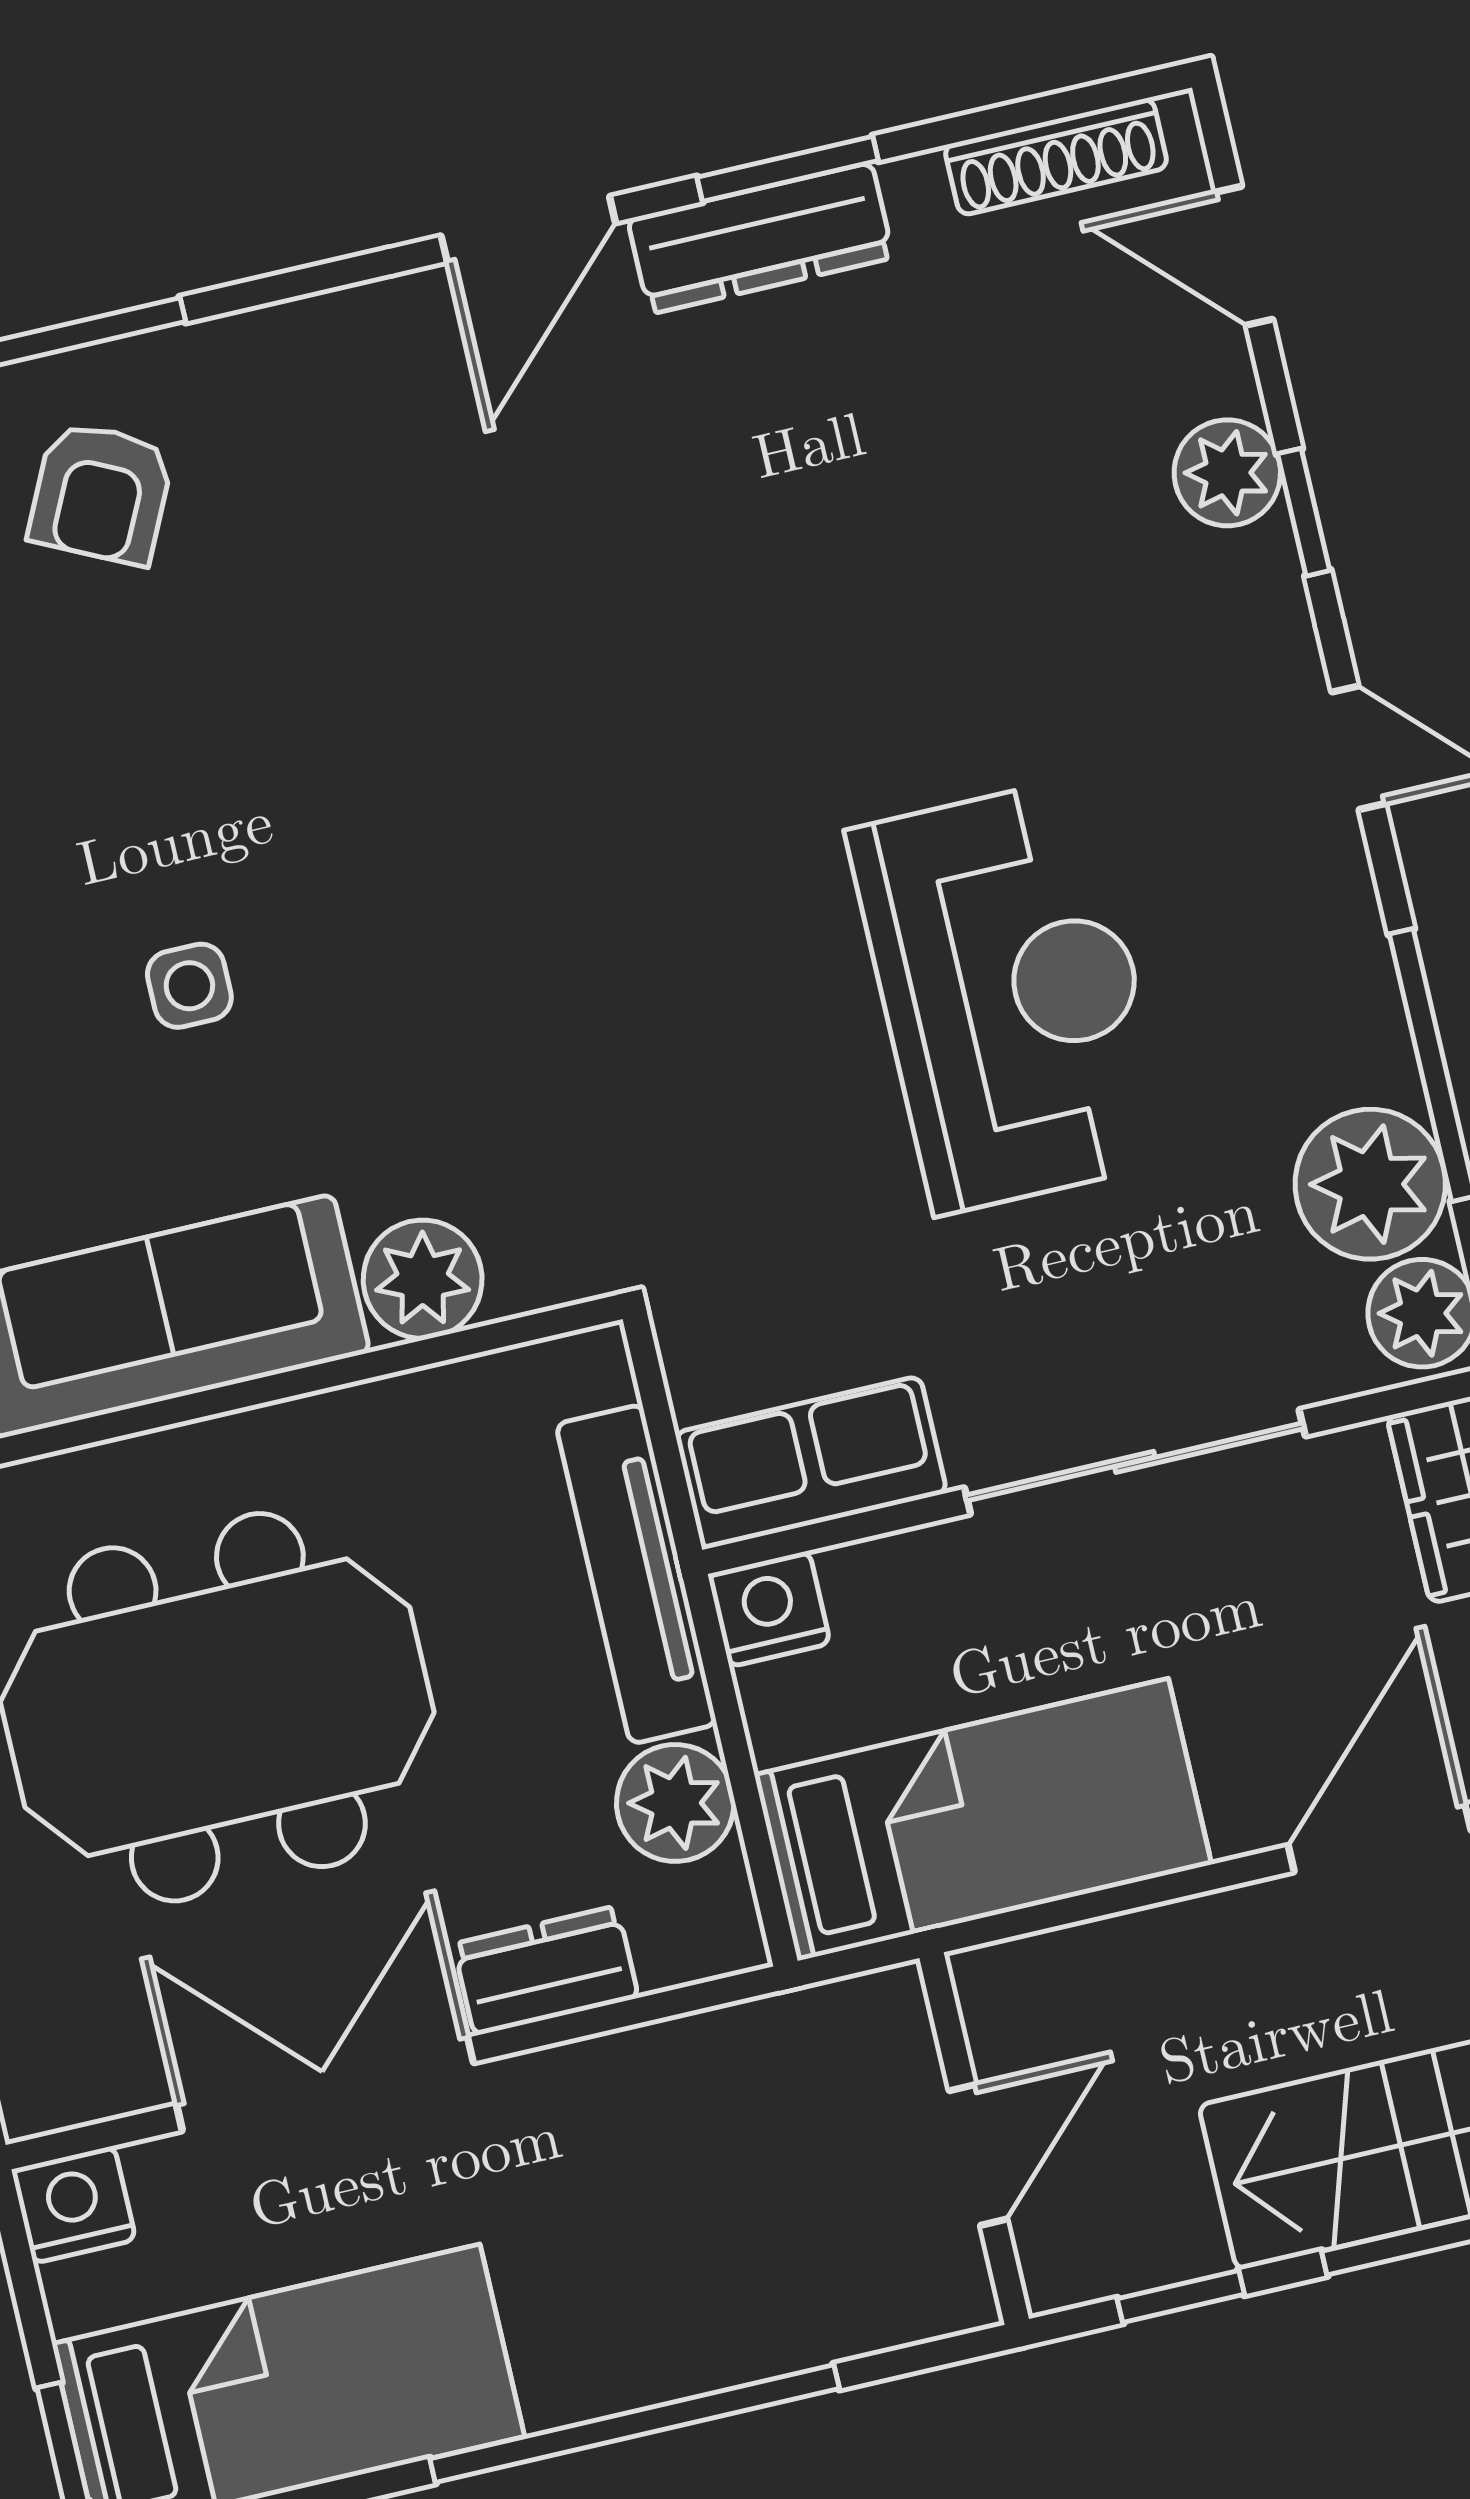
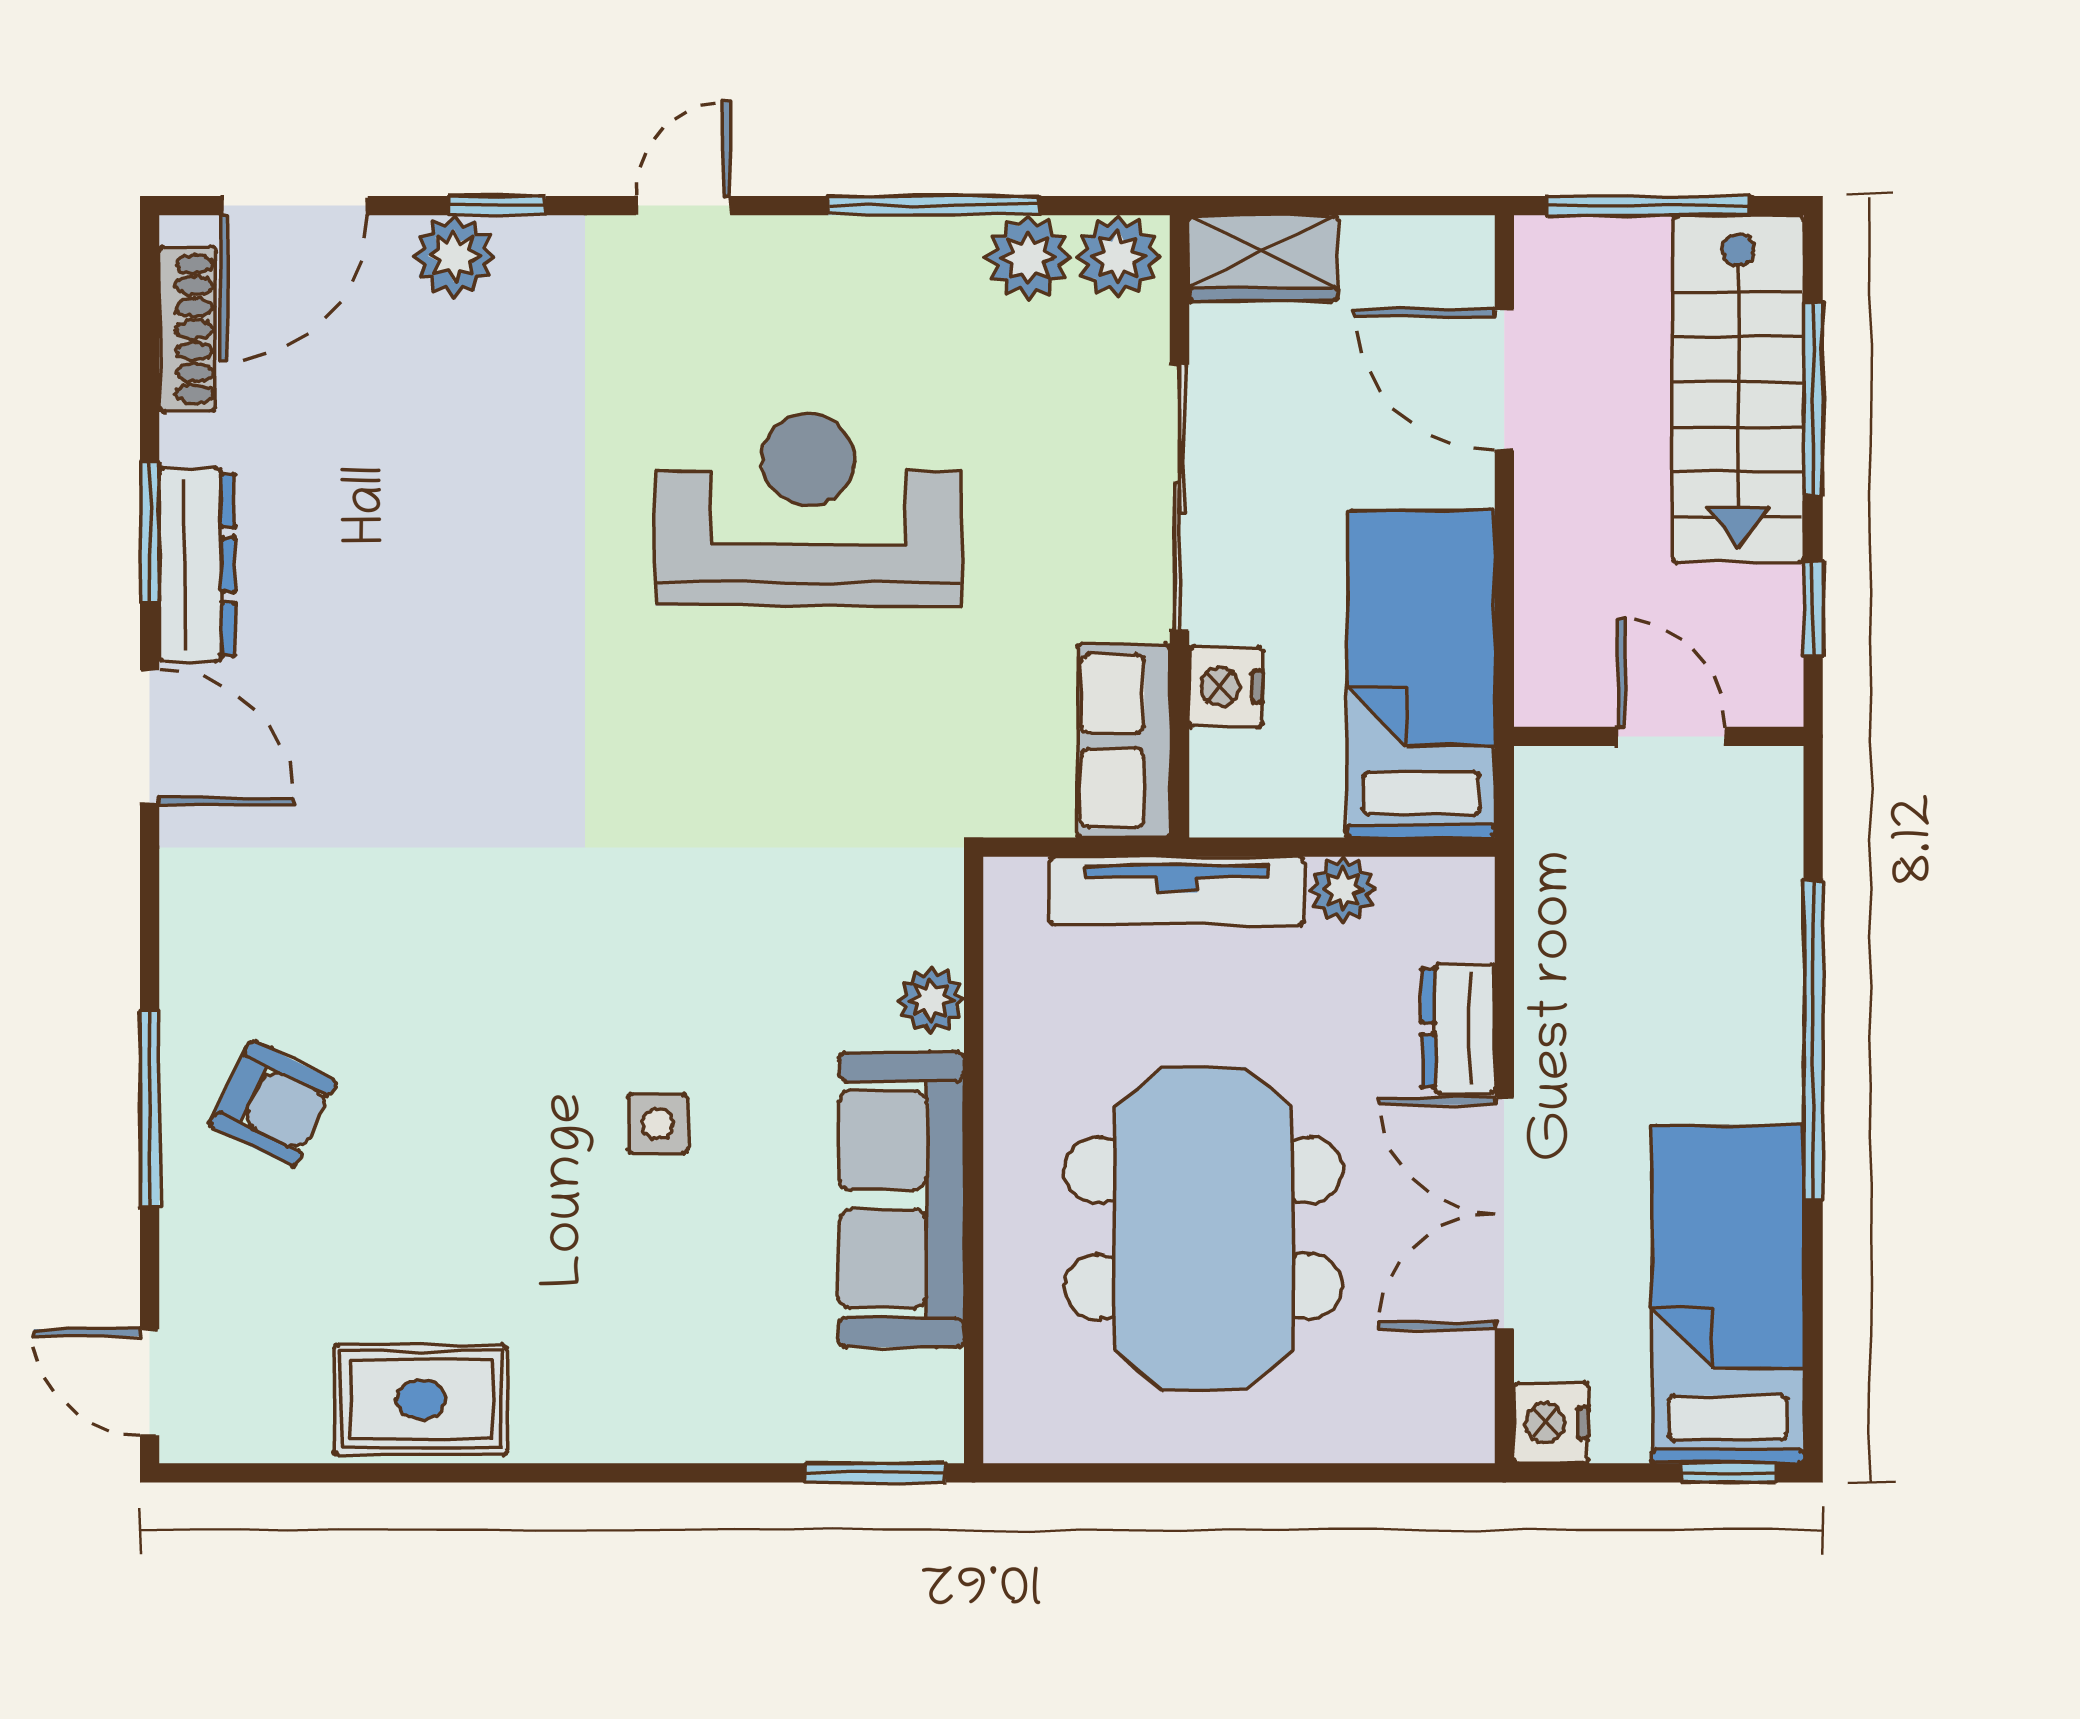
door: (1244, 256) -> (294, 206), width x1.38
plant: (1370, 1184) -> (1028, 257), width x0.73, depth x0.73
plant: (423, 1279) -> (931, 1000), width x0.73, depth x0.73
nightstand: (769, 1609) -> (1226, 687), moved
plant: (675, 1803) -> (1343, 890), width x0.73, depth x0.73

